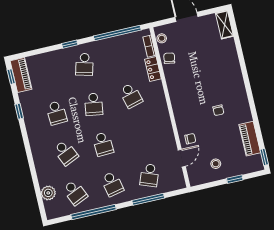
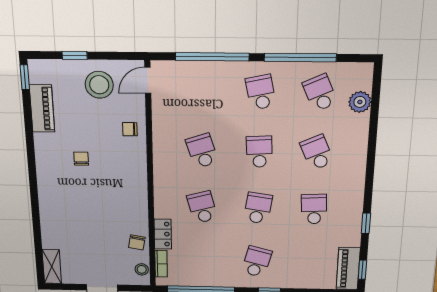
door: (182, 158) -> (148, 80), moved
stool: (216, 164) -> (99, 85), width x1.89, depth x1.89
school desk: (149, 175) -> (202, 151), moved, turned -39
window: (148, 199) -> (212, 57), width x1.46

